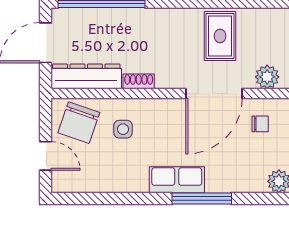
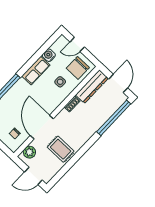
chair: (79, 123) -> (78, 68), turned -109
row of seats: (177, 180) -> (36, 71), moved
water cooler: (100, 182) -> (49, 55), added

